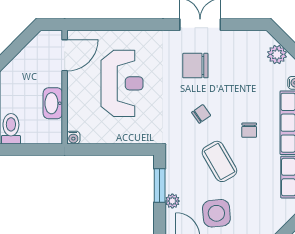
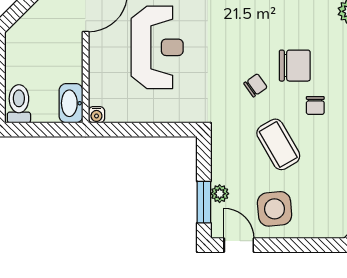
chair: (195, 66) -> (295, 66), moved, turned 180
washbasin: (53, 103) -> (71, 103), moved
window: (160, 185) -> (204, 202), moved

